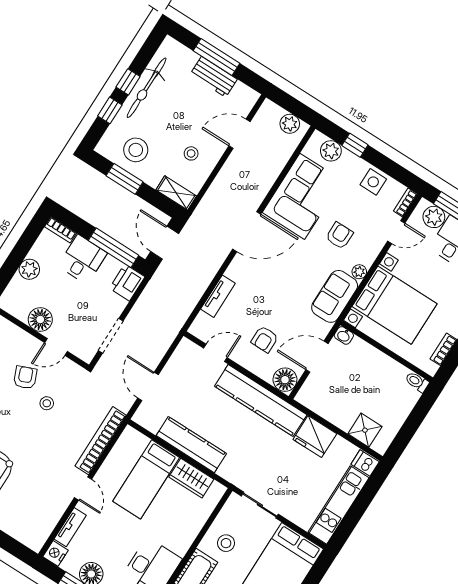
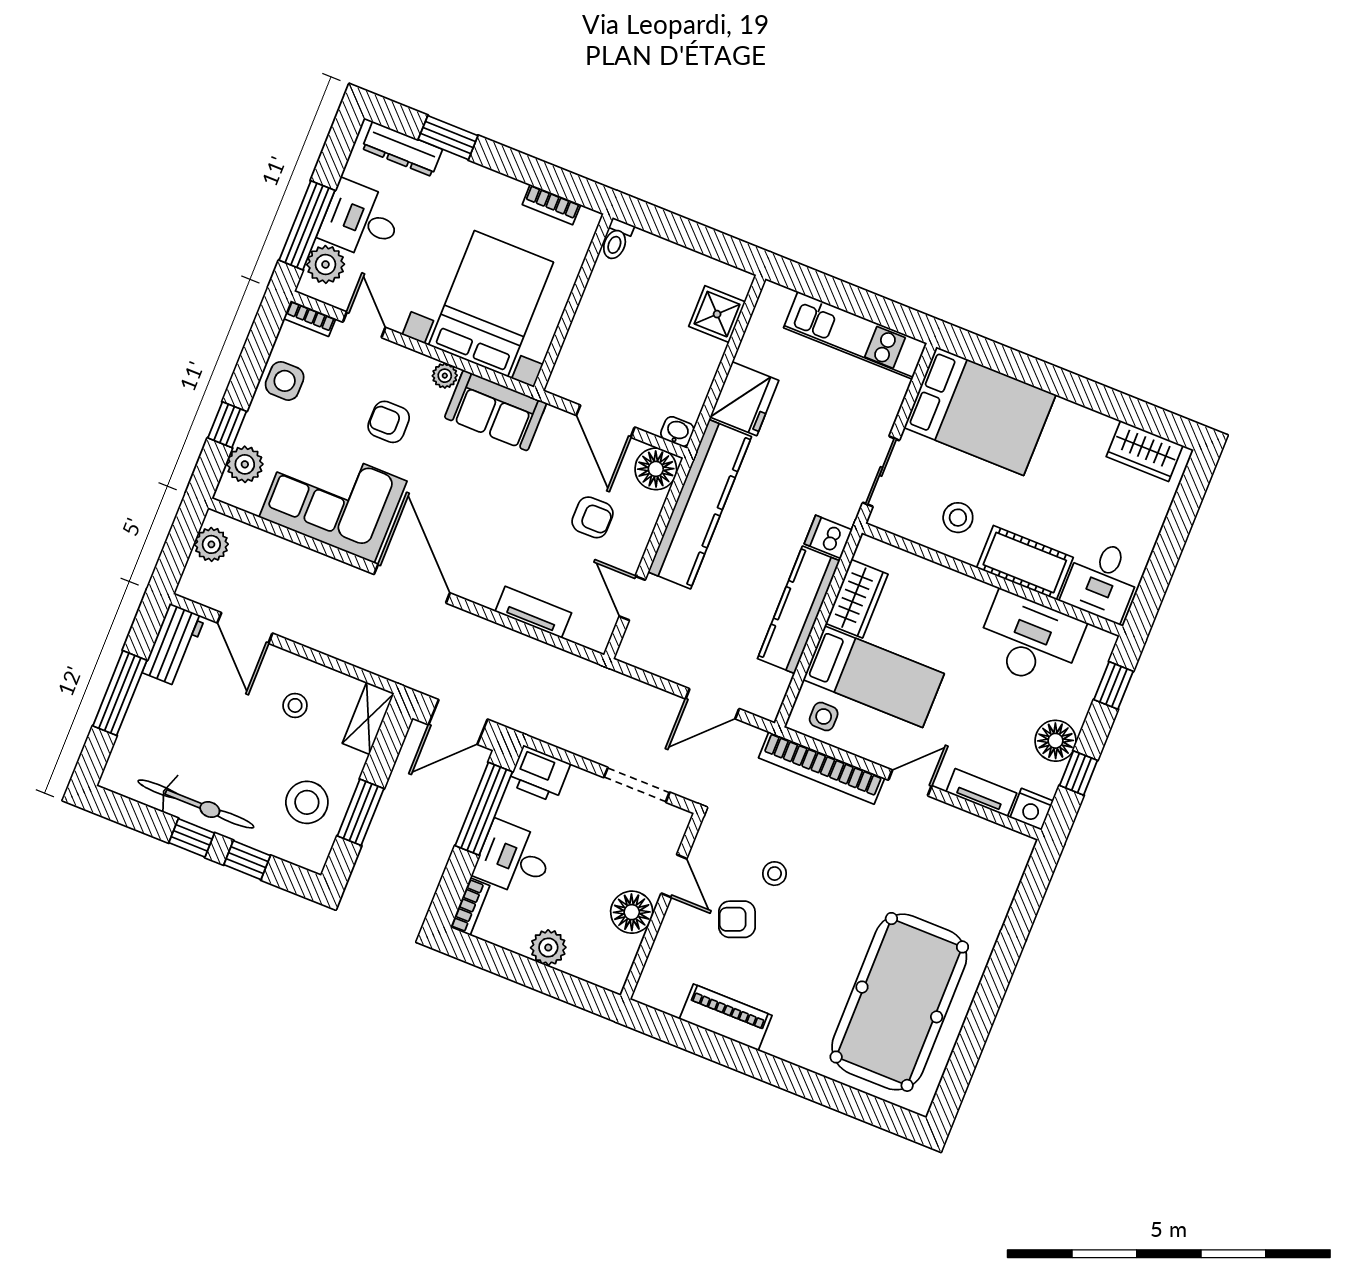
workbench: (214, 77) -> (174, 645), moved
washbasin: (344, 335) -> (677, 432), moved, turned -90
side table: (129, 447) -> (824, 717), added
dishwasher: (365, 463) -> (828, 537), moved, turned 90

